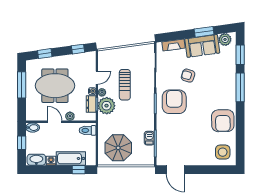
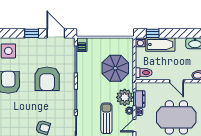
armchair: (174, 102) -> (47, 79), moved
plant: (70, 116) -> (161, 87), removed
barbecue: (149, 138) -> (82, 45), moved
parasol: (118, 148) -> (115, 68), moved
washing machine: (51, 161) -> (140, 42), moved
window: (200, 170) -> (32, 33), added

